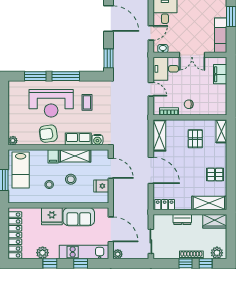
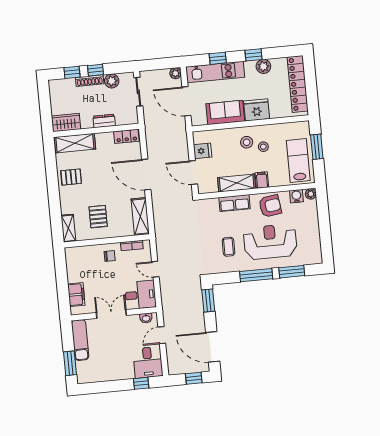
water cooler: (97, 140) -> (296, 196), moved
stool: (71, 179) -> (247, 142), moved
plant: (217, 253) -> (112, 81), moved

